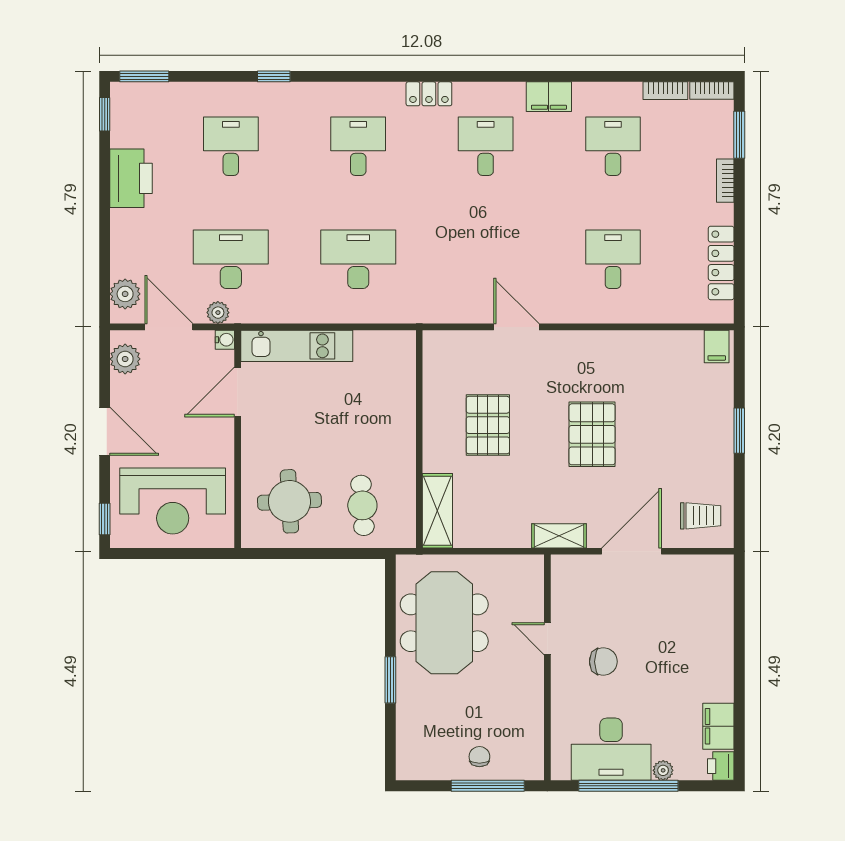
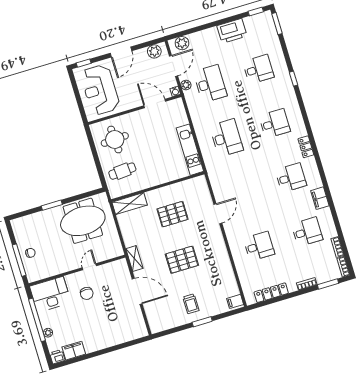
kitchen unit: (297, 346) -> (190, 150), moved
trolley: (701, 516) -> (191, 304), moved
desk: (611, 749) -> (50, 294), moved, turned 90

